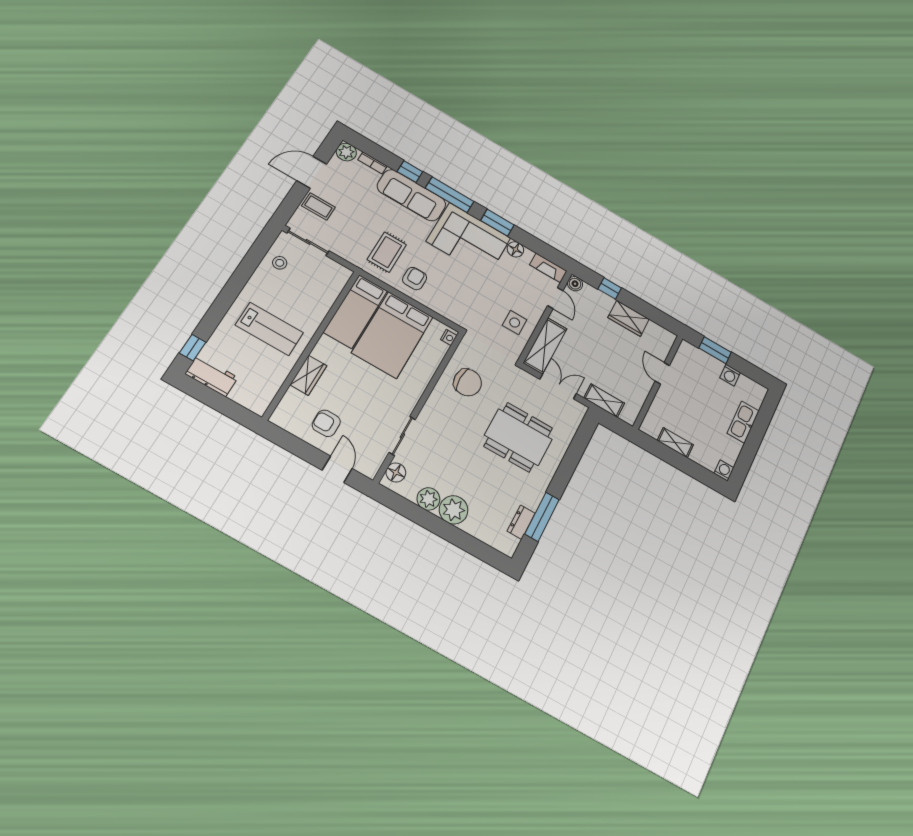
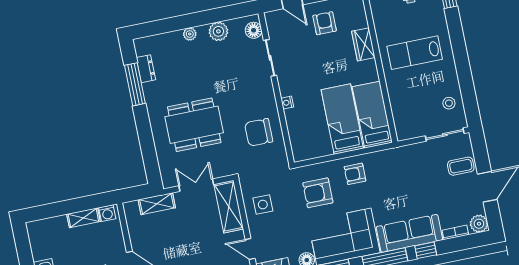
rug: (387, 252) -> (389, 176), removed
armchair: (415, 279) -> (355, 174), turned 90
armchair: (460, 291) -> (318, 193), added
bed: (393, 335) -> (342, 119), width x0.67
nightstand: (449, 337) -> (287, 103), moved
double door: (558, 386) -> (196, 185), swing flipped
armchair: (326, 423) -> (325, 23), turned -90
washing machine: (724, 471) -> (107, 213), moved
plant: (454, 510) -> (190, 34), width x0.53, depth x0.53

